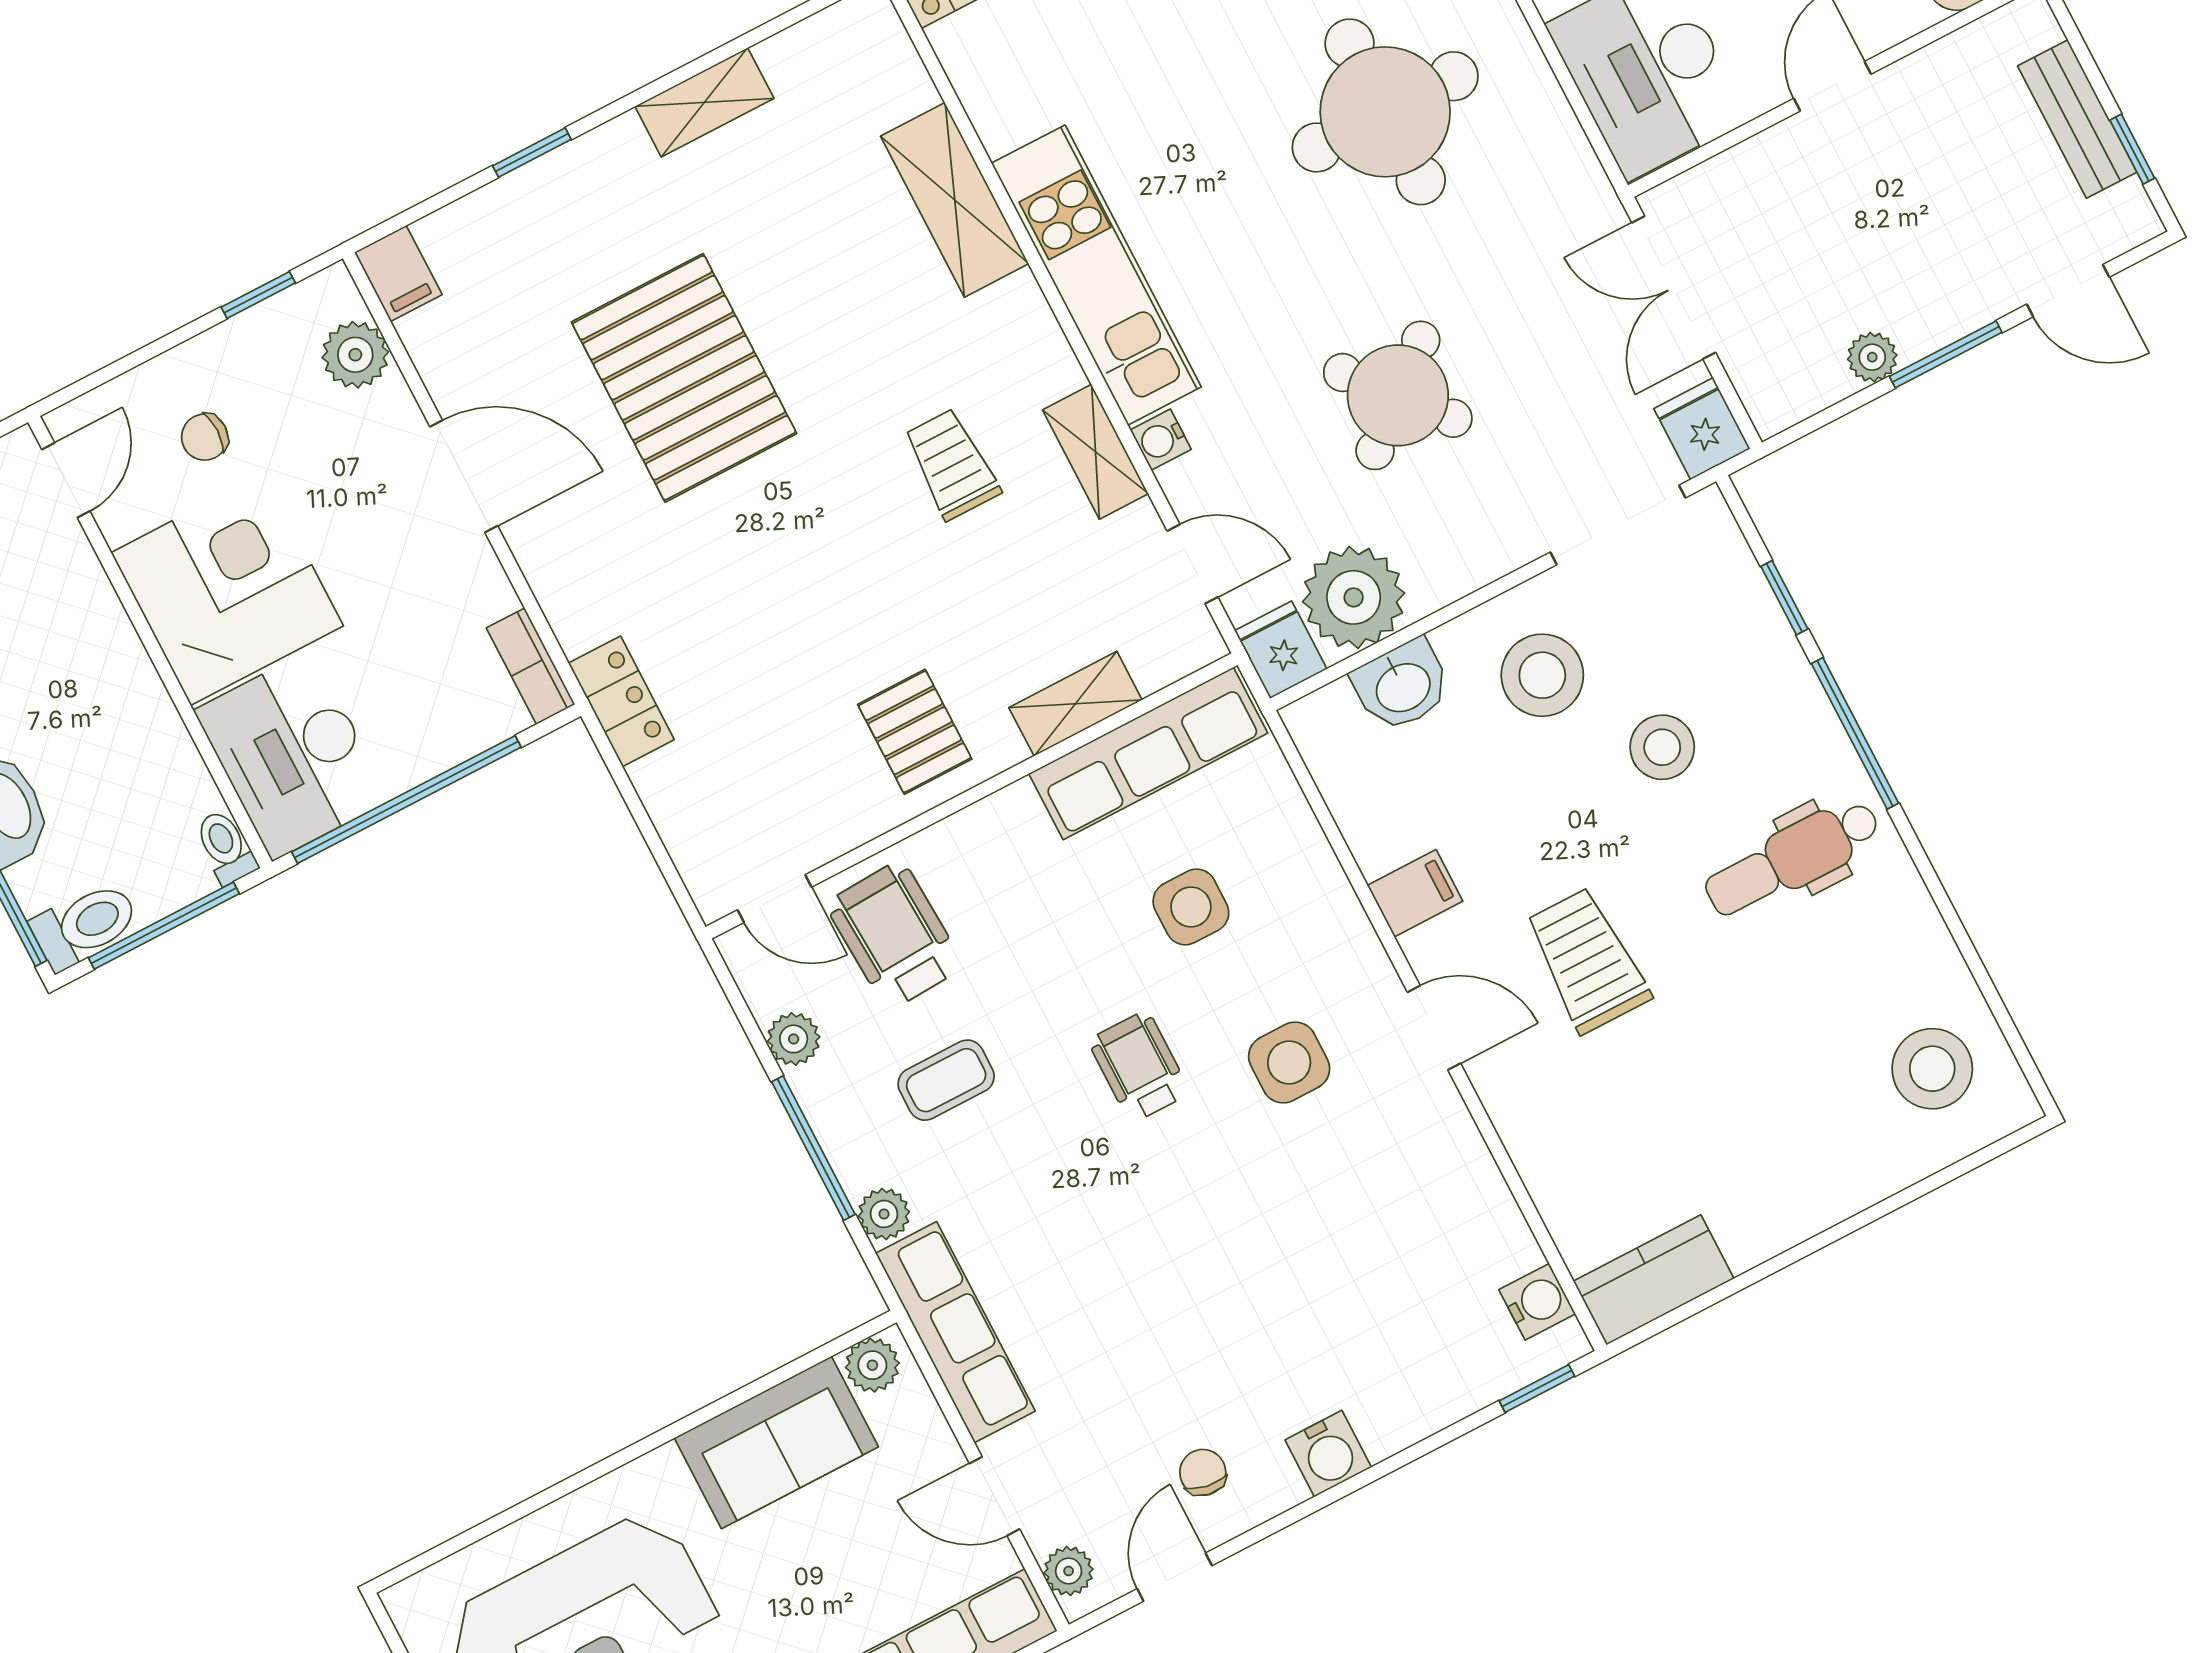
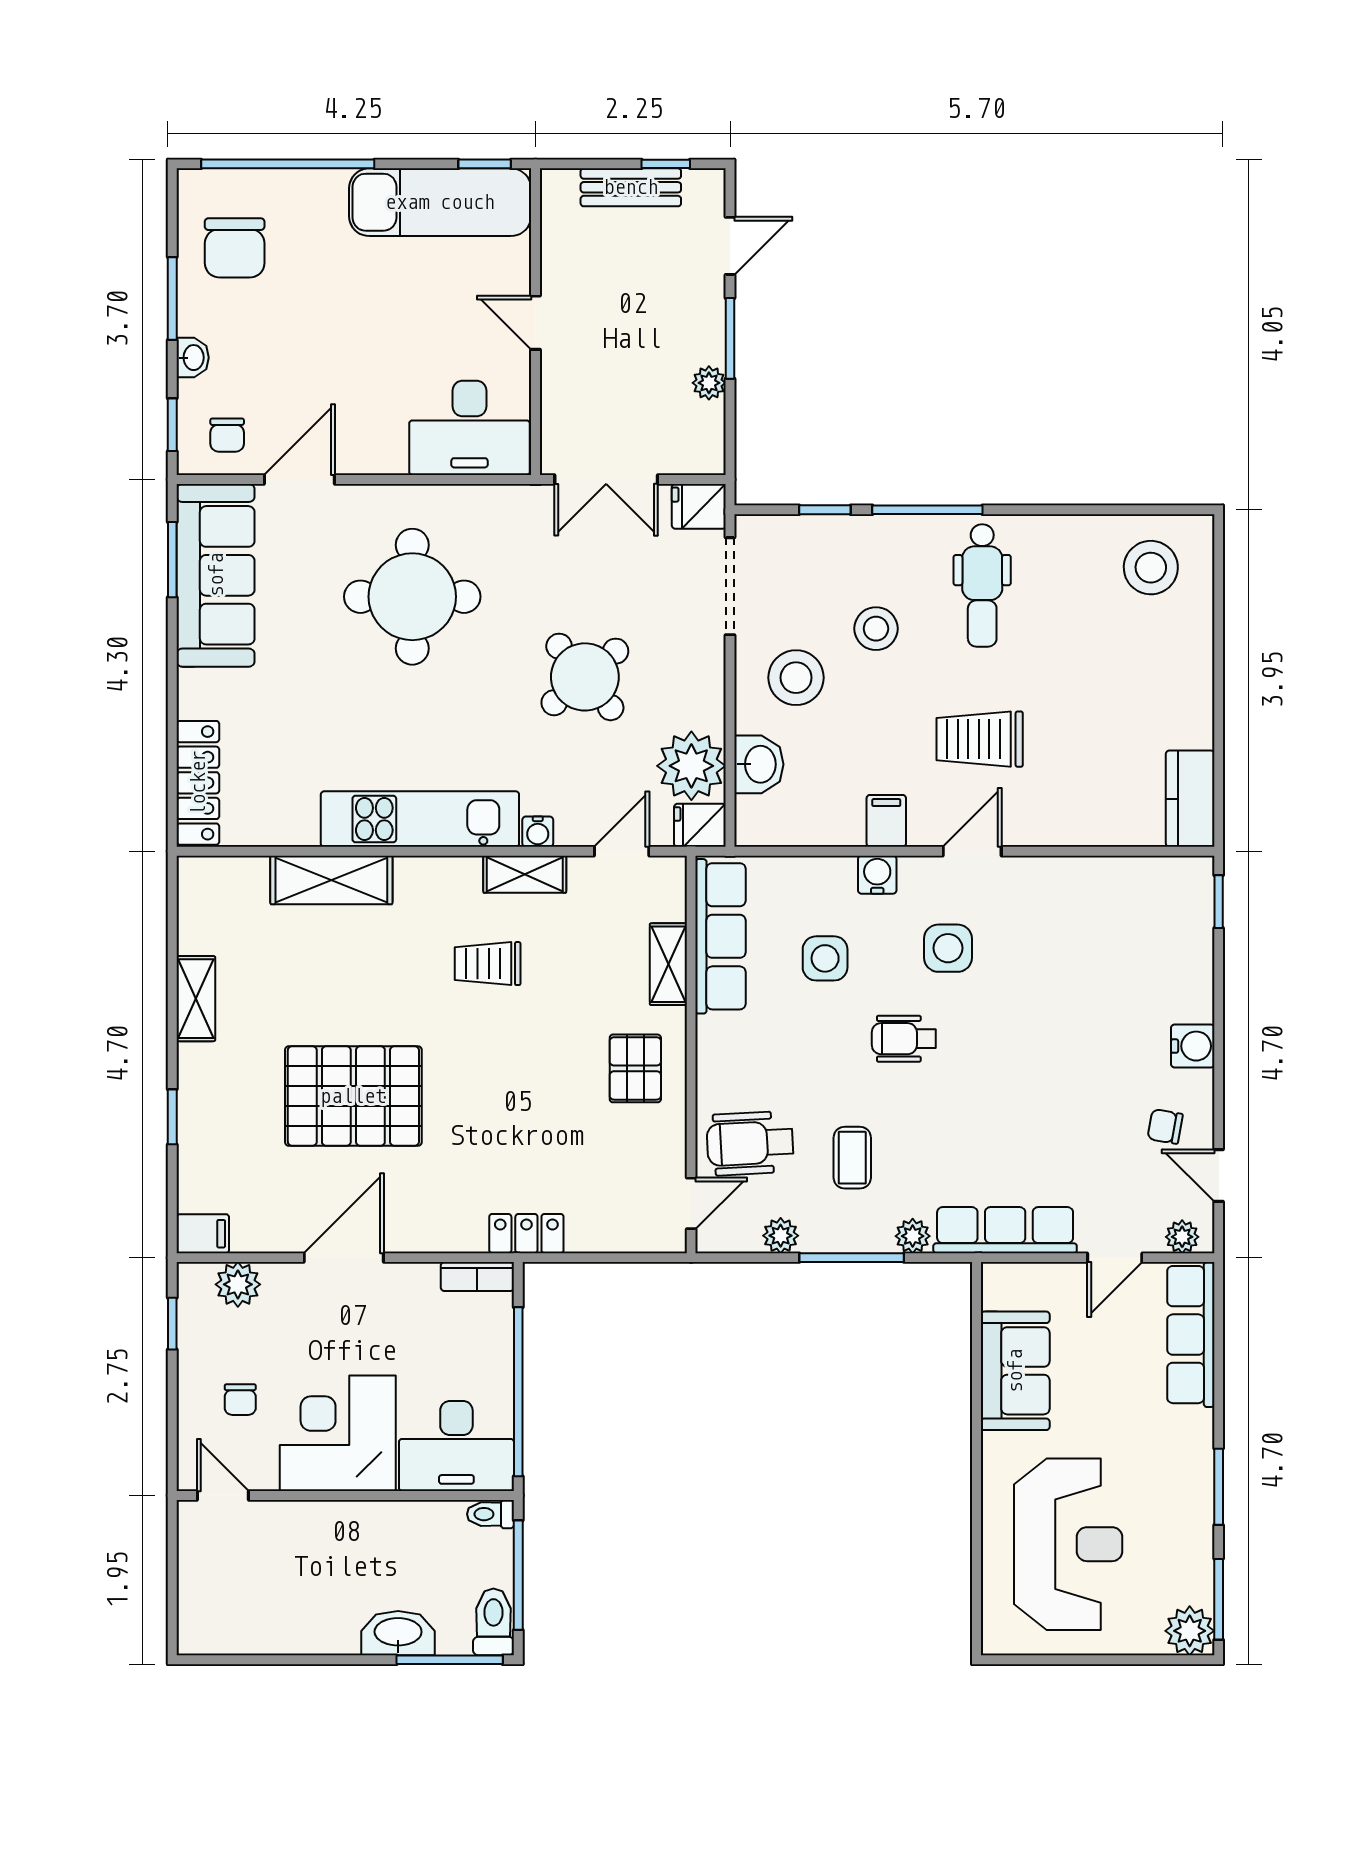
pallet: (915, 732) -> (635, 1068), turned 90
water cooler: (1537, 1302) -> (877, 875), moved
plant: (872, 1365) -> (999, 1290), removed

